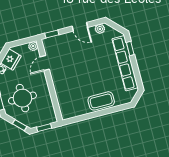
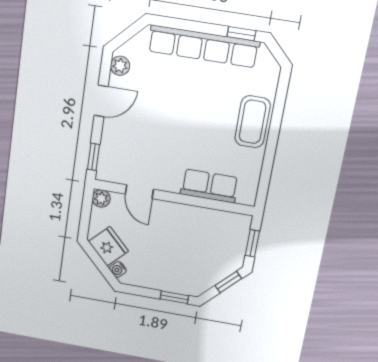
window: (130, 49) -> (241, 34), moved
row of seats: (63, 95) -> (209, 186), added
round table: (22, 98) -> (184, 257), removed

